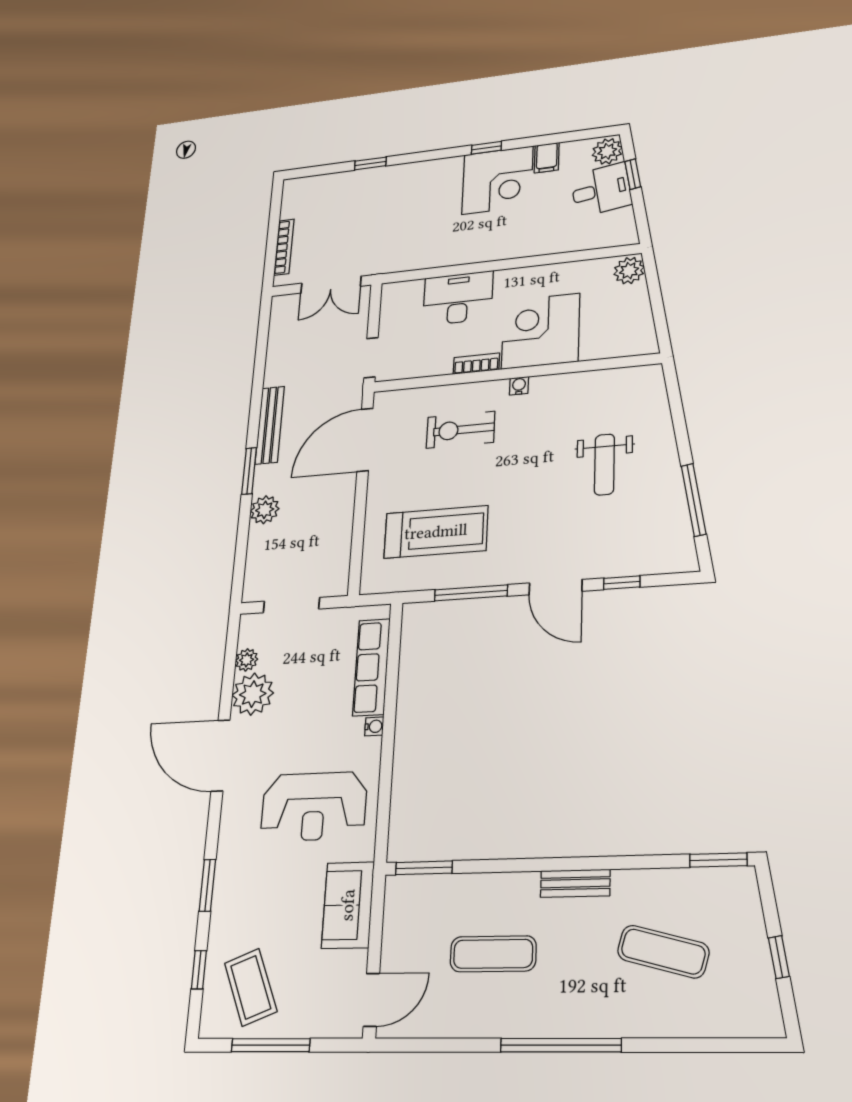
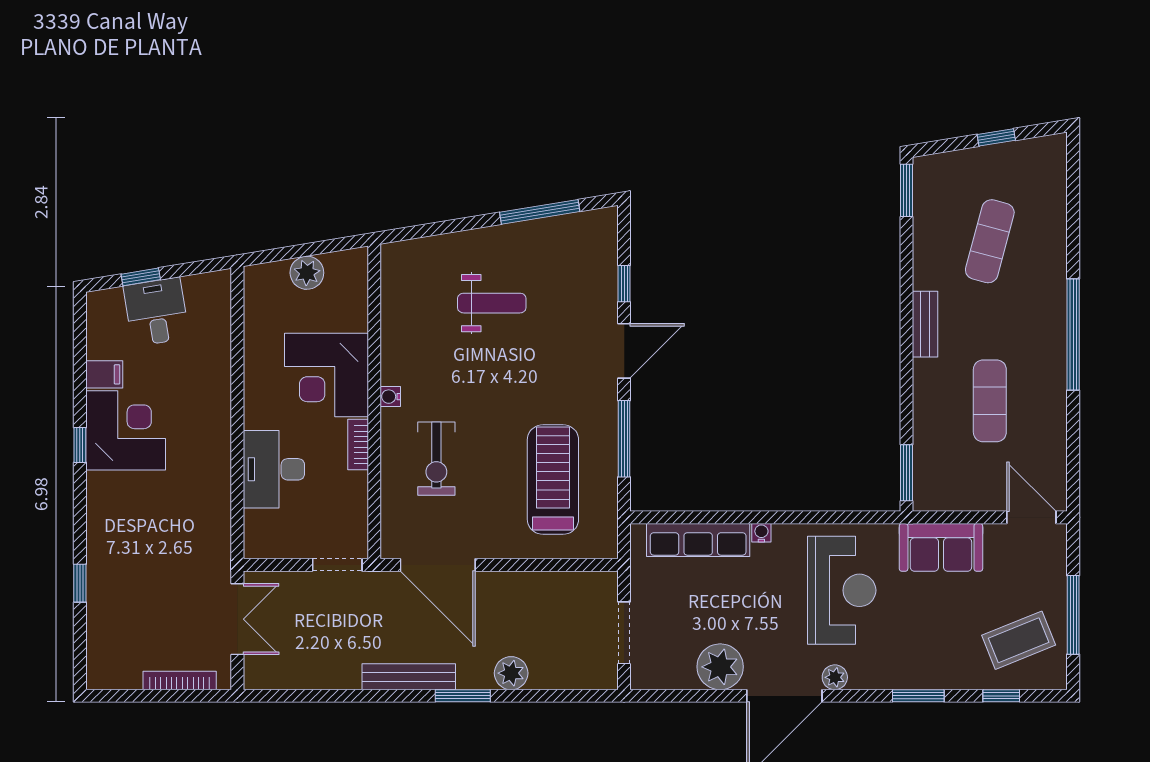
plant: (607, 151) -> (106, 306), removed
plant: (629, 271) -> (307, 273), moved
plant: (247, 660) -> (835, 677), moved

